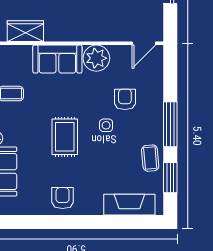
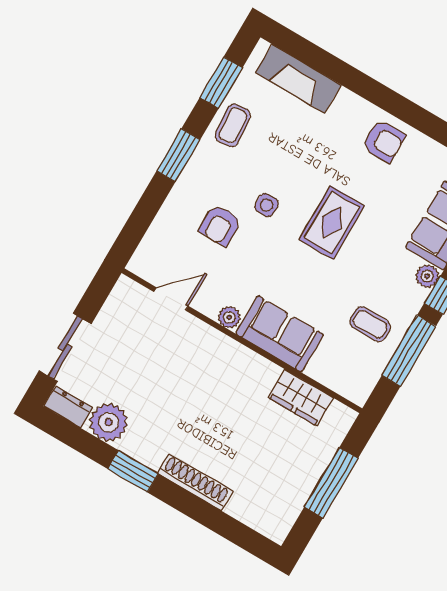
door: (144, 43) -> (171, 299), moved
plant: (96, 58) -> (229, 317), width x0.53, depth x0.53
window: (170, 124) -> (178, 155), width x0.69
armchair: (63, 198) -> (384, 141), turned -90

